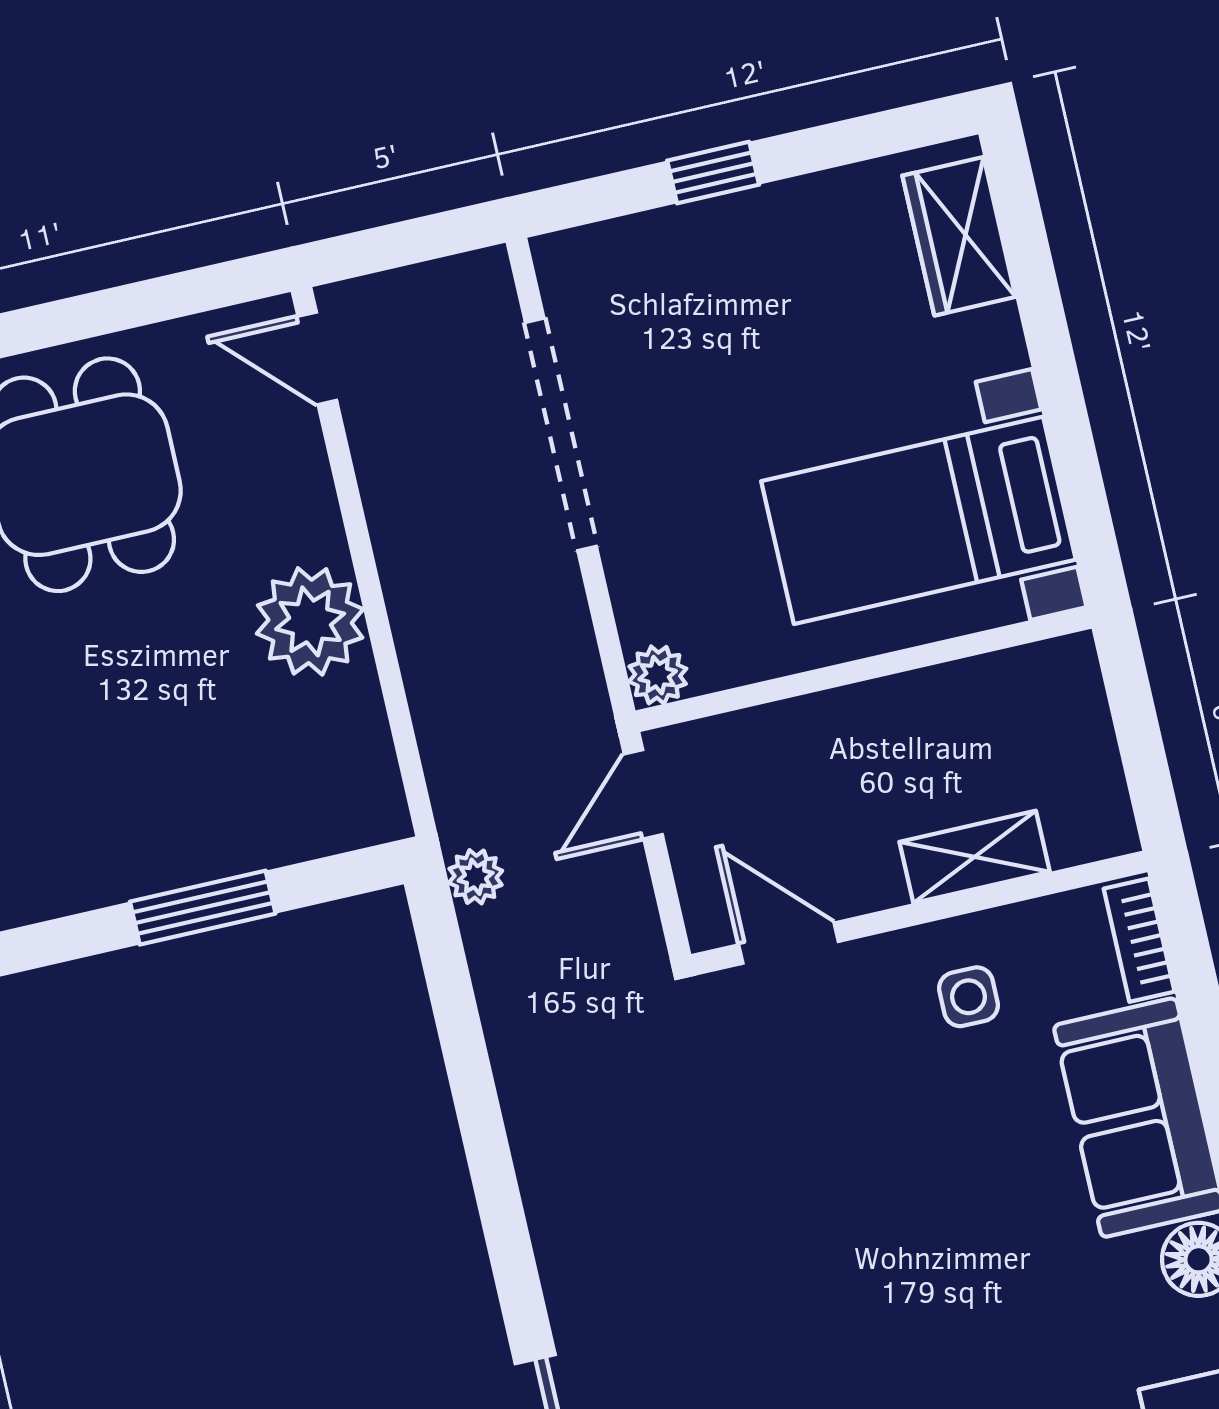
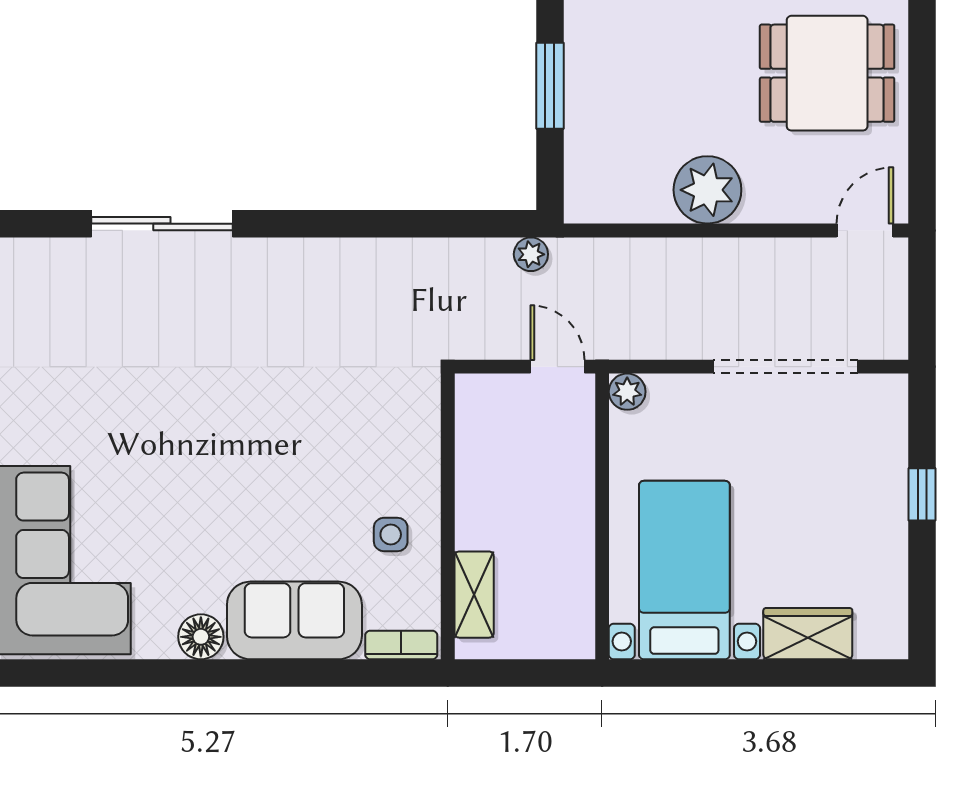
wardrobe: (959, 236) -> (808, 634), moved
shelving: (975, 857) -> (474, 595), moved
door: (788, 943) -> (448, 434), removed

